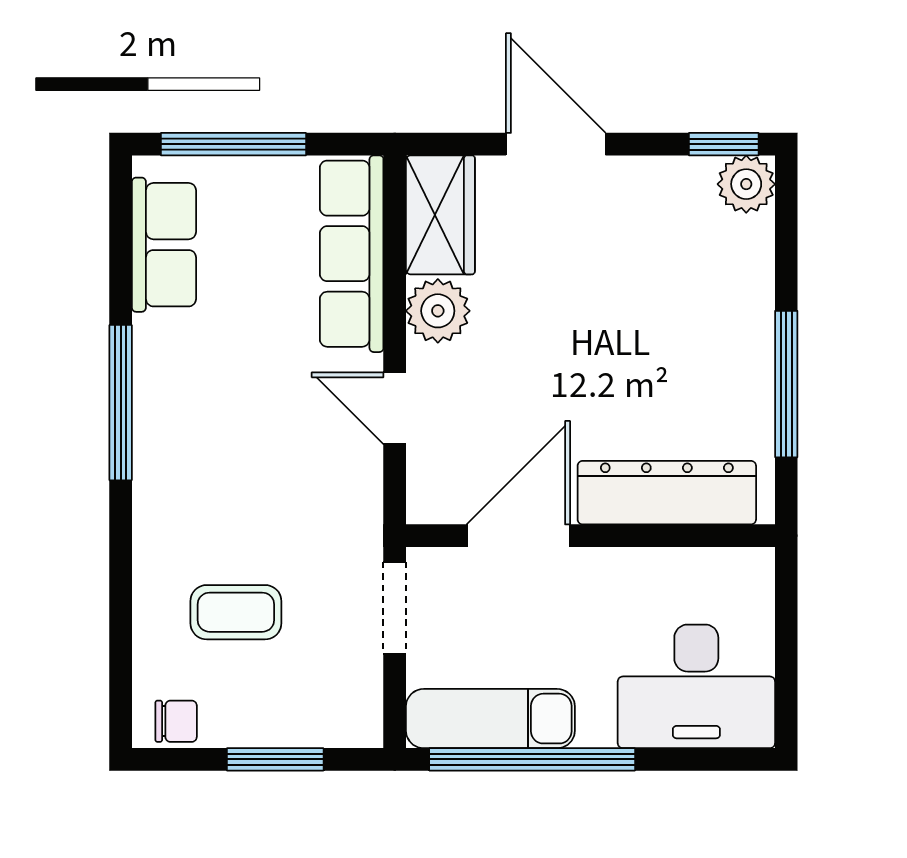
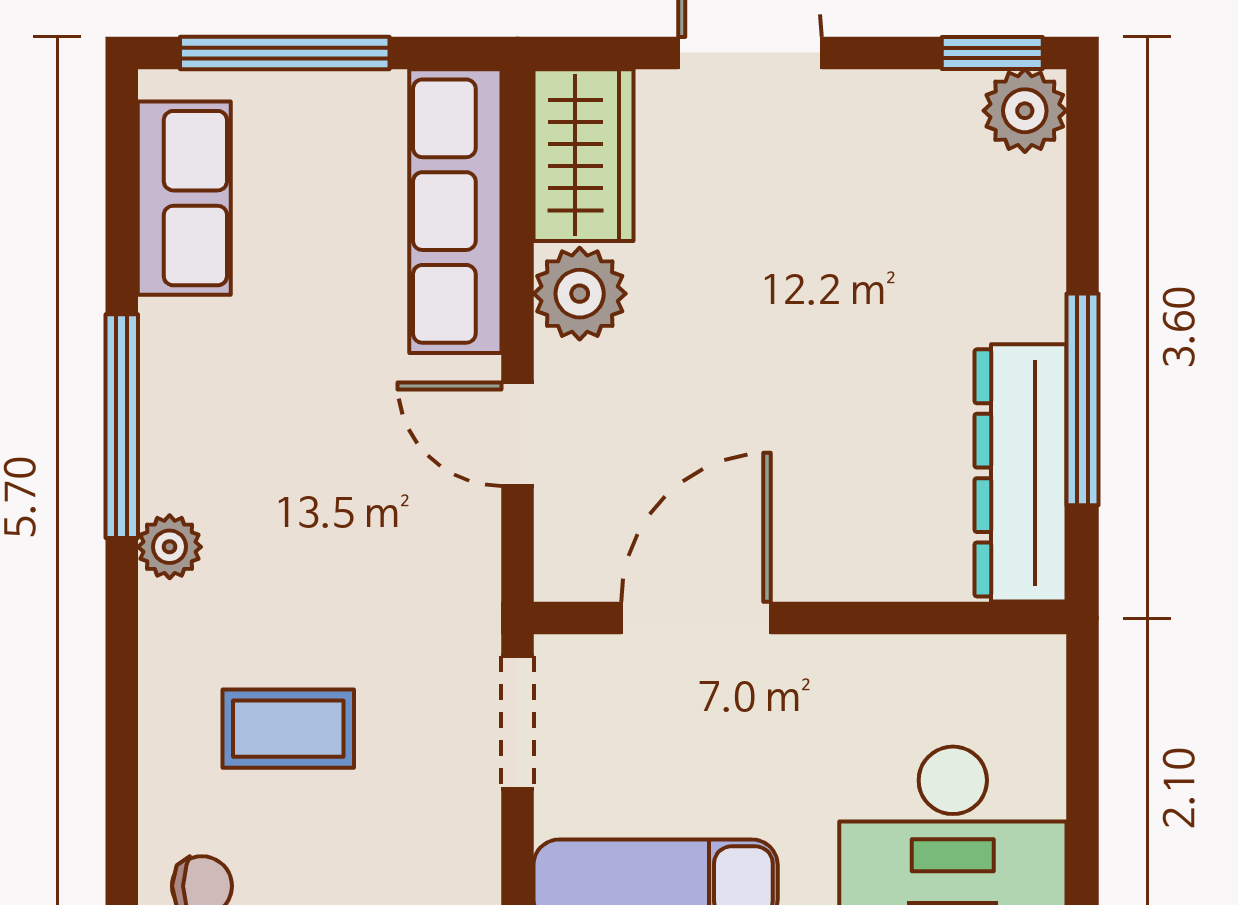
plant: (154, 486) -> (170, 547), added
dresser: (667, 493) -> (1020, 473), moved, turned -90

